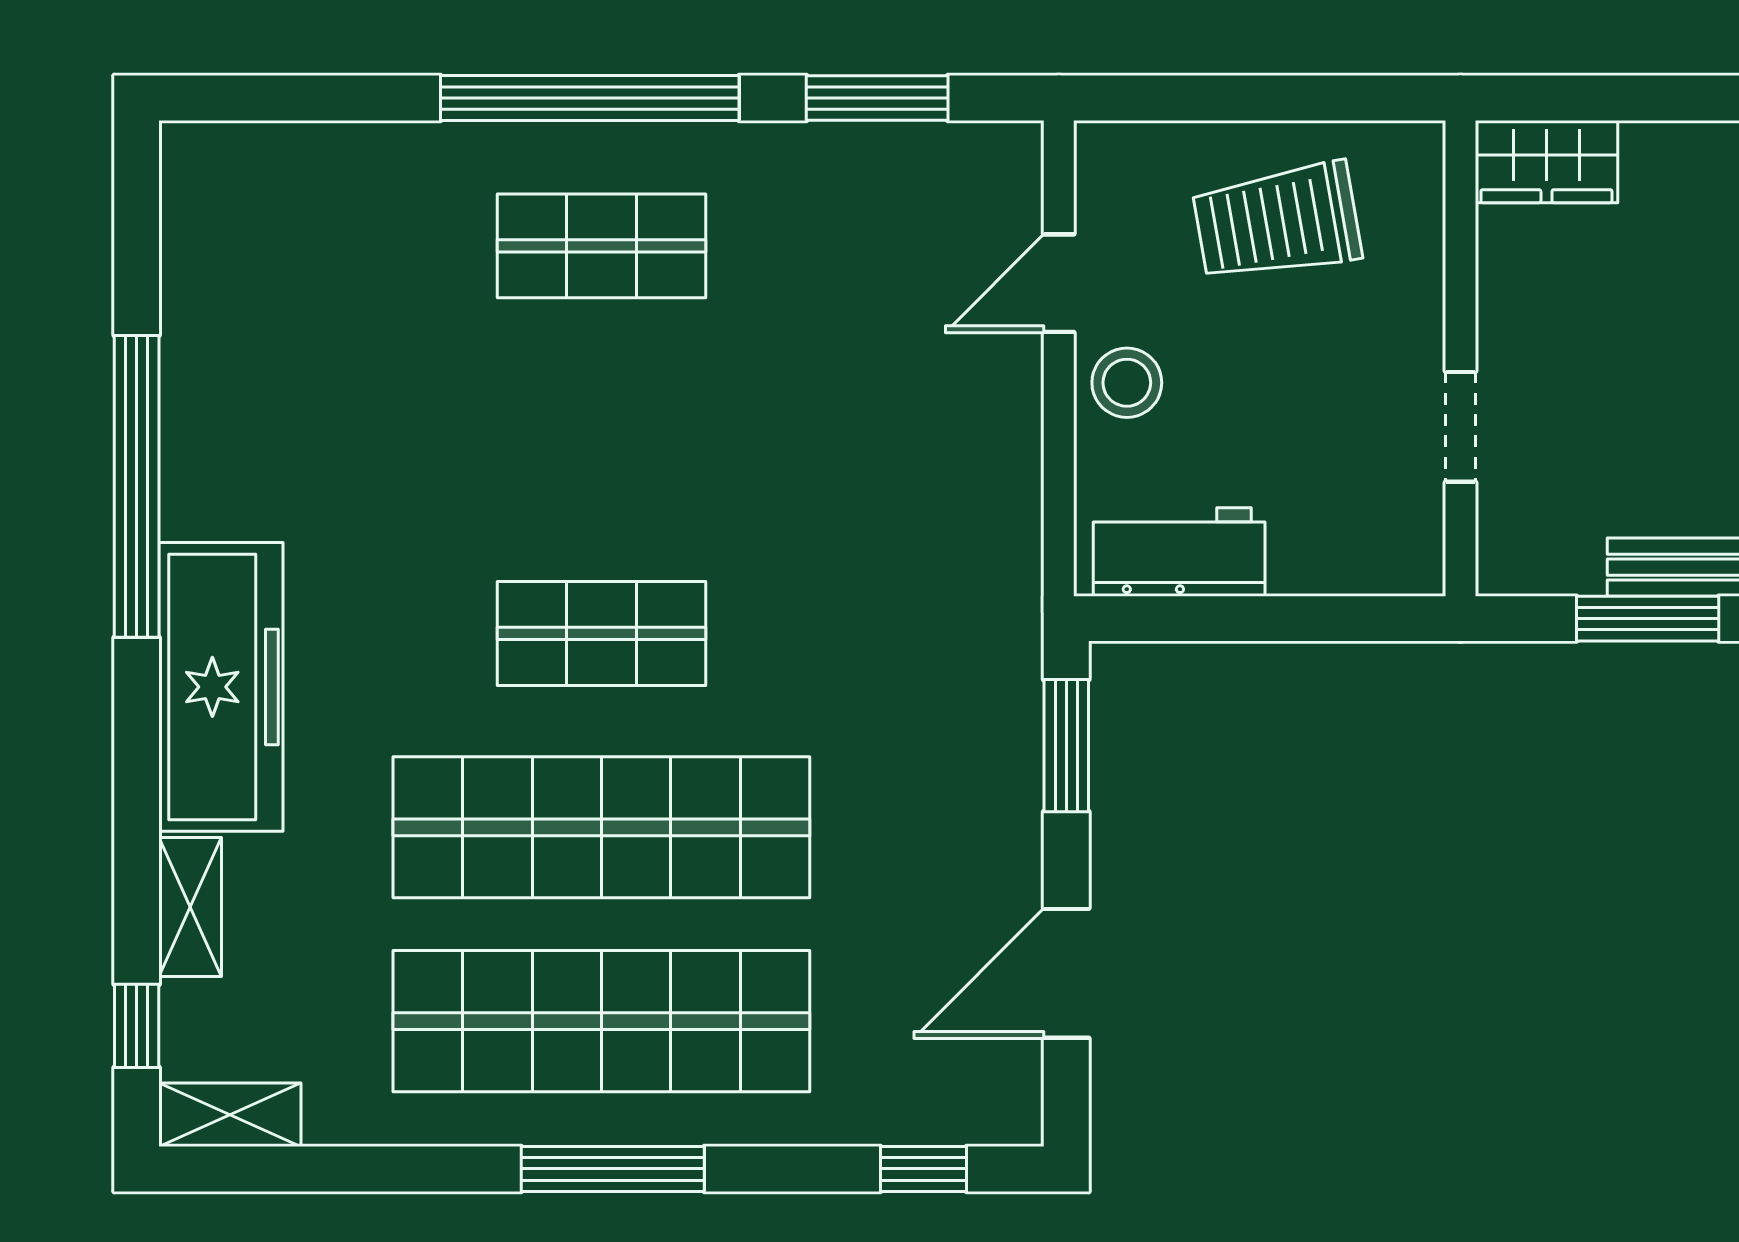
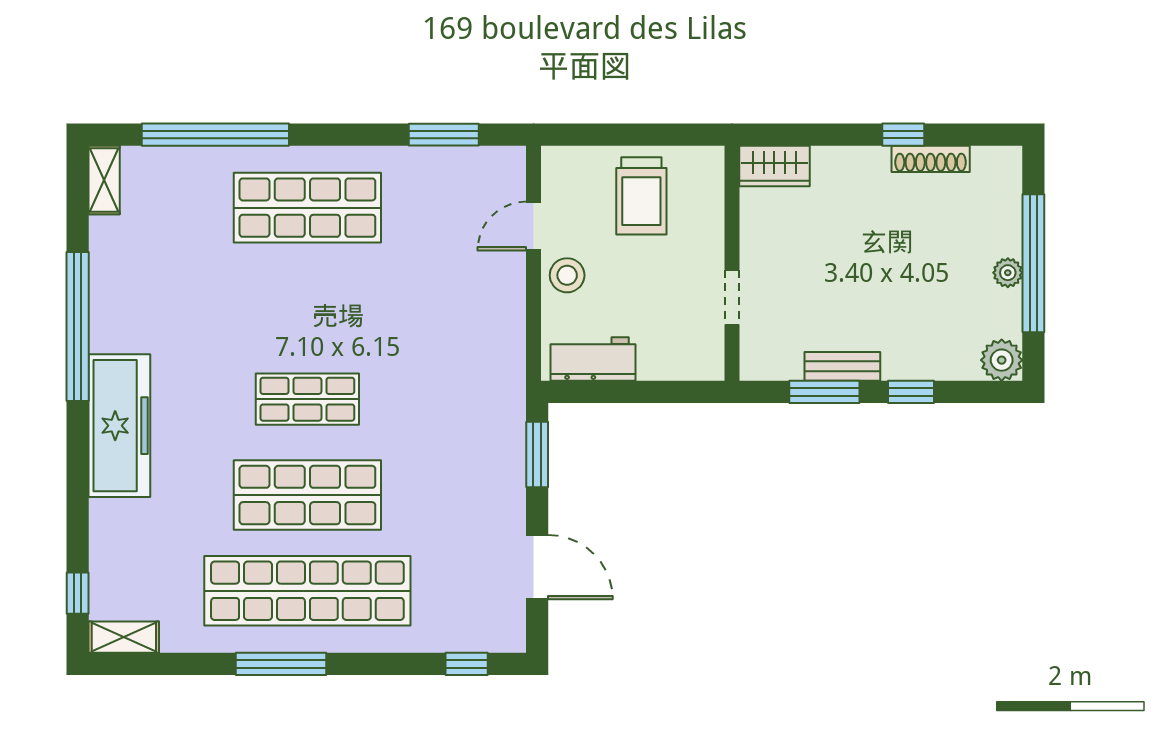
window: (590, 98) -> (215, 135), moved
trolley: (1277, 222) -> (641, 196), turned -80
shop shelf: (601, 246) -> (307, 208), width x1.43, depth x1.36
shop shelf: (601, 827) -> (307, 495), width x0.71
shelving: (190, 907) -> (104, 180), moved
door: (1066, 973) -> (537, 567), swing flipped
window: (613, 1169) -> (281, 664), moved

